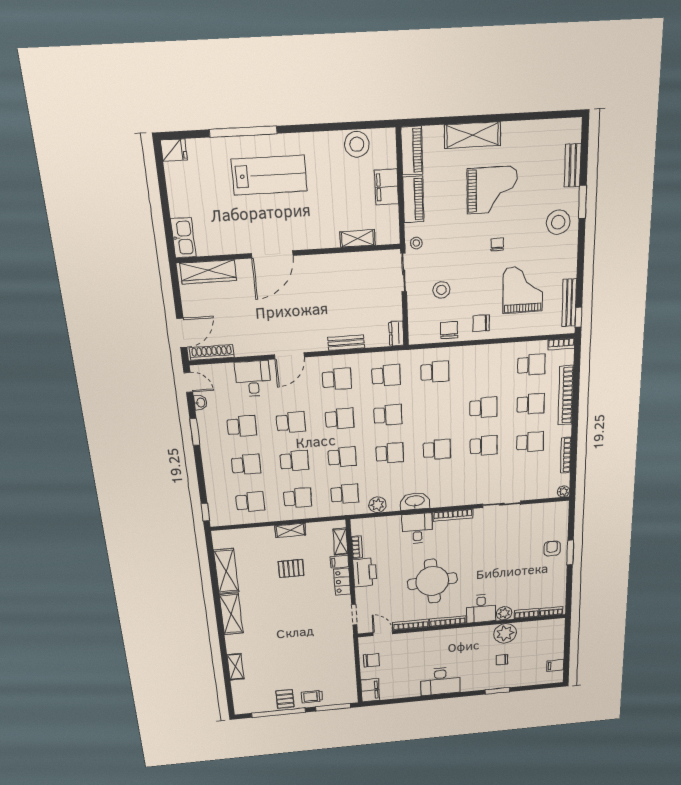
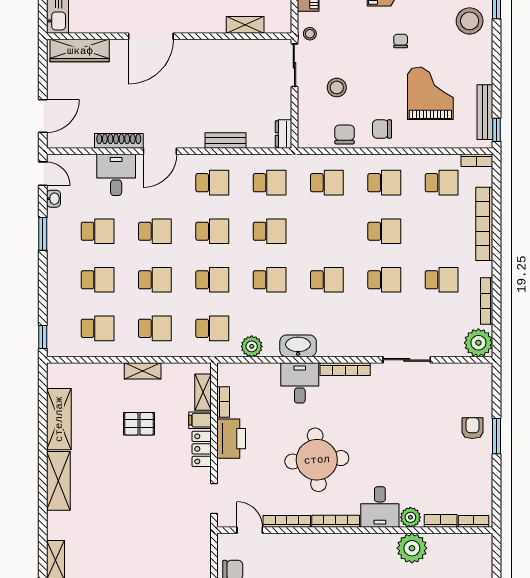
shoe rack: (212, 353) -> (119, 141), moved
school desk: (531, 404) -> (384, 183), moved
plant: (563, 491) -> (478, 343), width x1.88, depth x1.88

